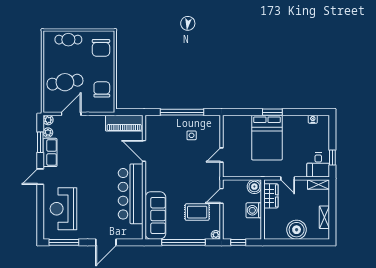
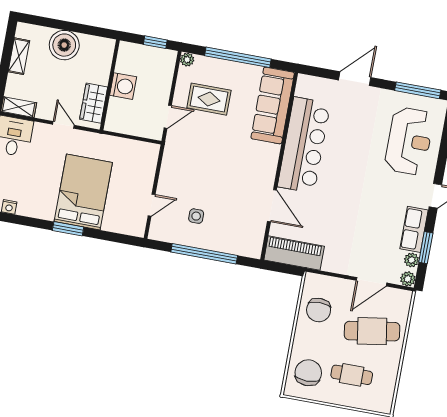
cafe table: (68, 40) -> (352, 375), moved
door: (222, 155) -> (152, 205), moved
boiler: (254, 187) -> (116, 122), removed

